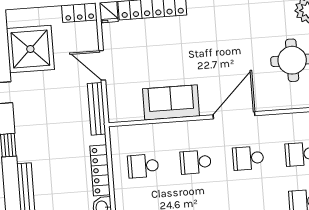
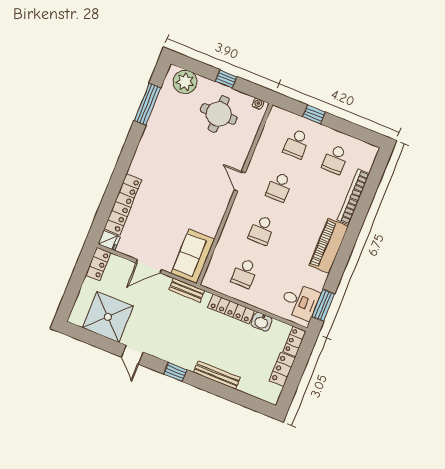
sofa: (171, 102) -> (193, 256), moved
bench: (97, 109) -> (187, 290), width x0.73
door: (234, 115) -> (240, 181), width x0.53

